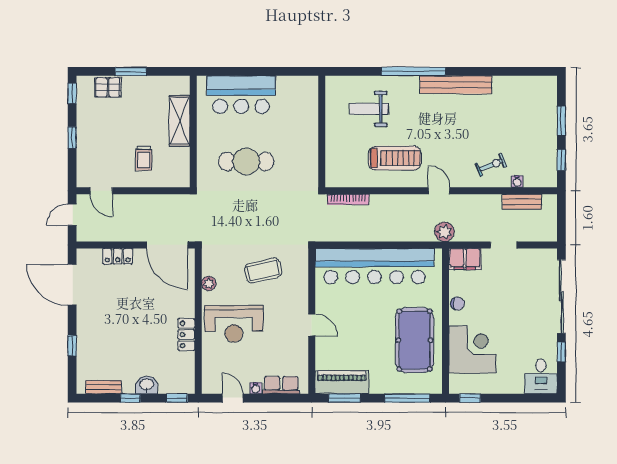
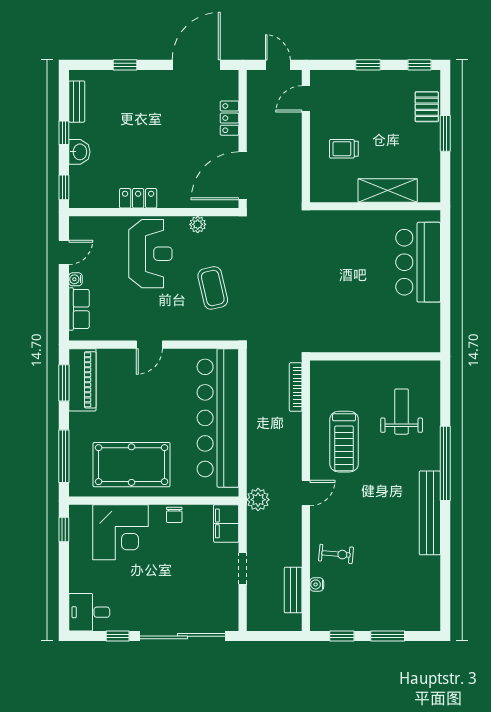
cafe table: (246, 161) -> (340, 268), removed
exercise bike: (491, 165) -> (336, 554), turned -64
reception desk: (234, 324) -> (150, 254), turned 180

